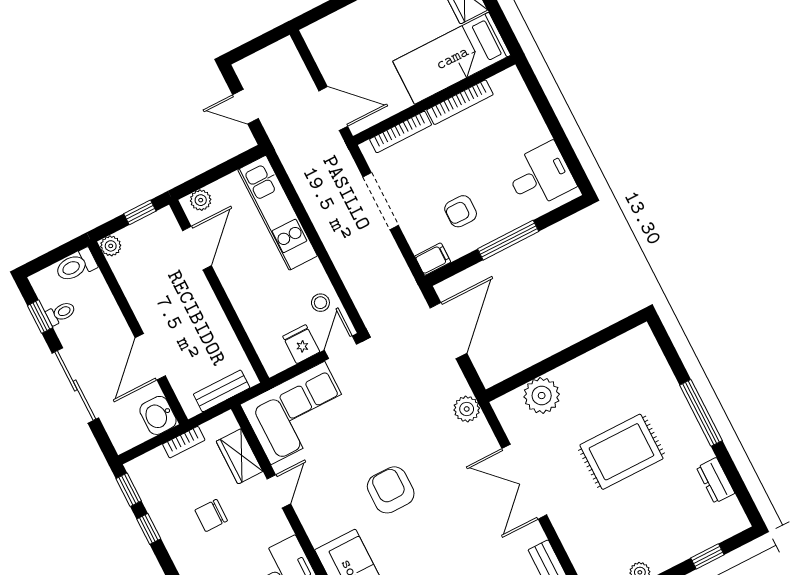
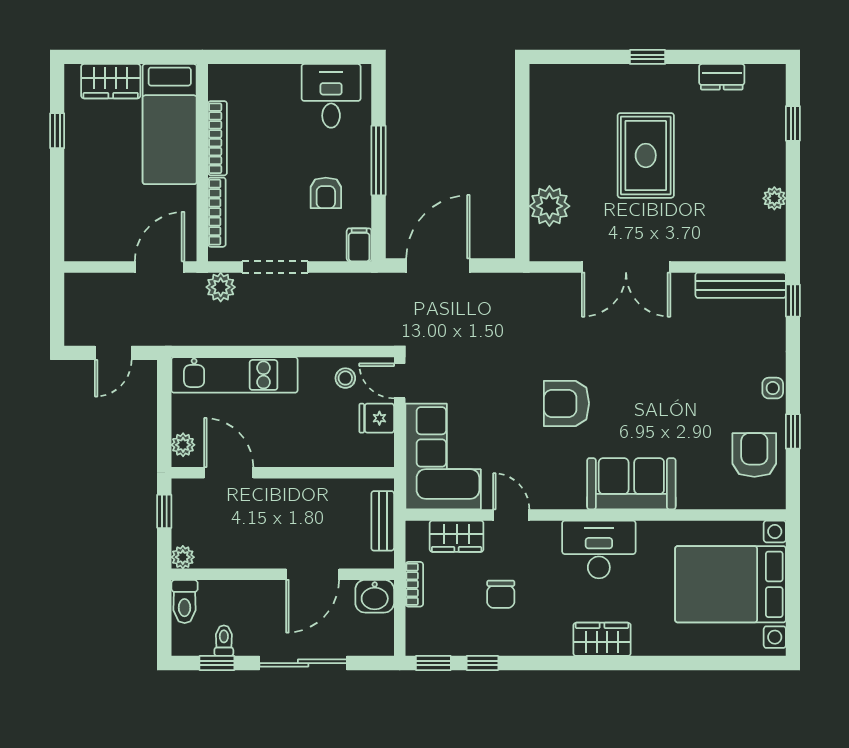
door: (448, 331) -> (438, 266), hinge flipped
door: (150, 357) -> (313, 574), hinge flipped
plant: (467, 409) -> (221, 287), moved
window: (701, 413) -> (648, 57), width x0.46

